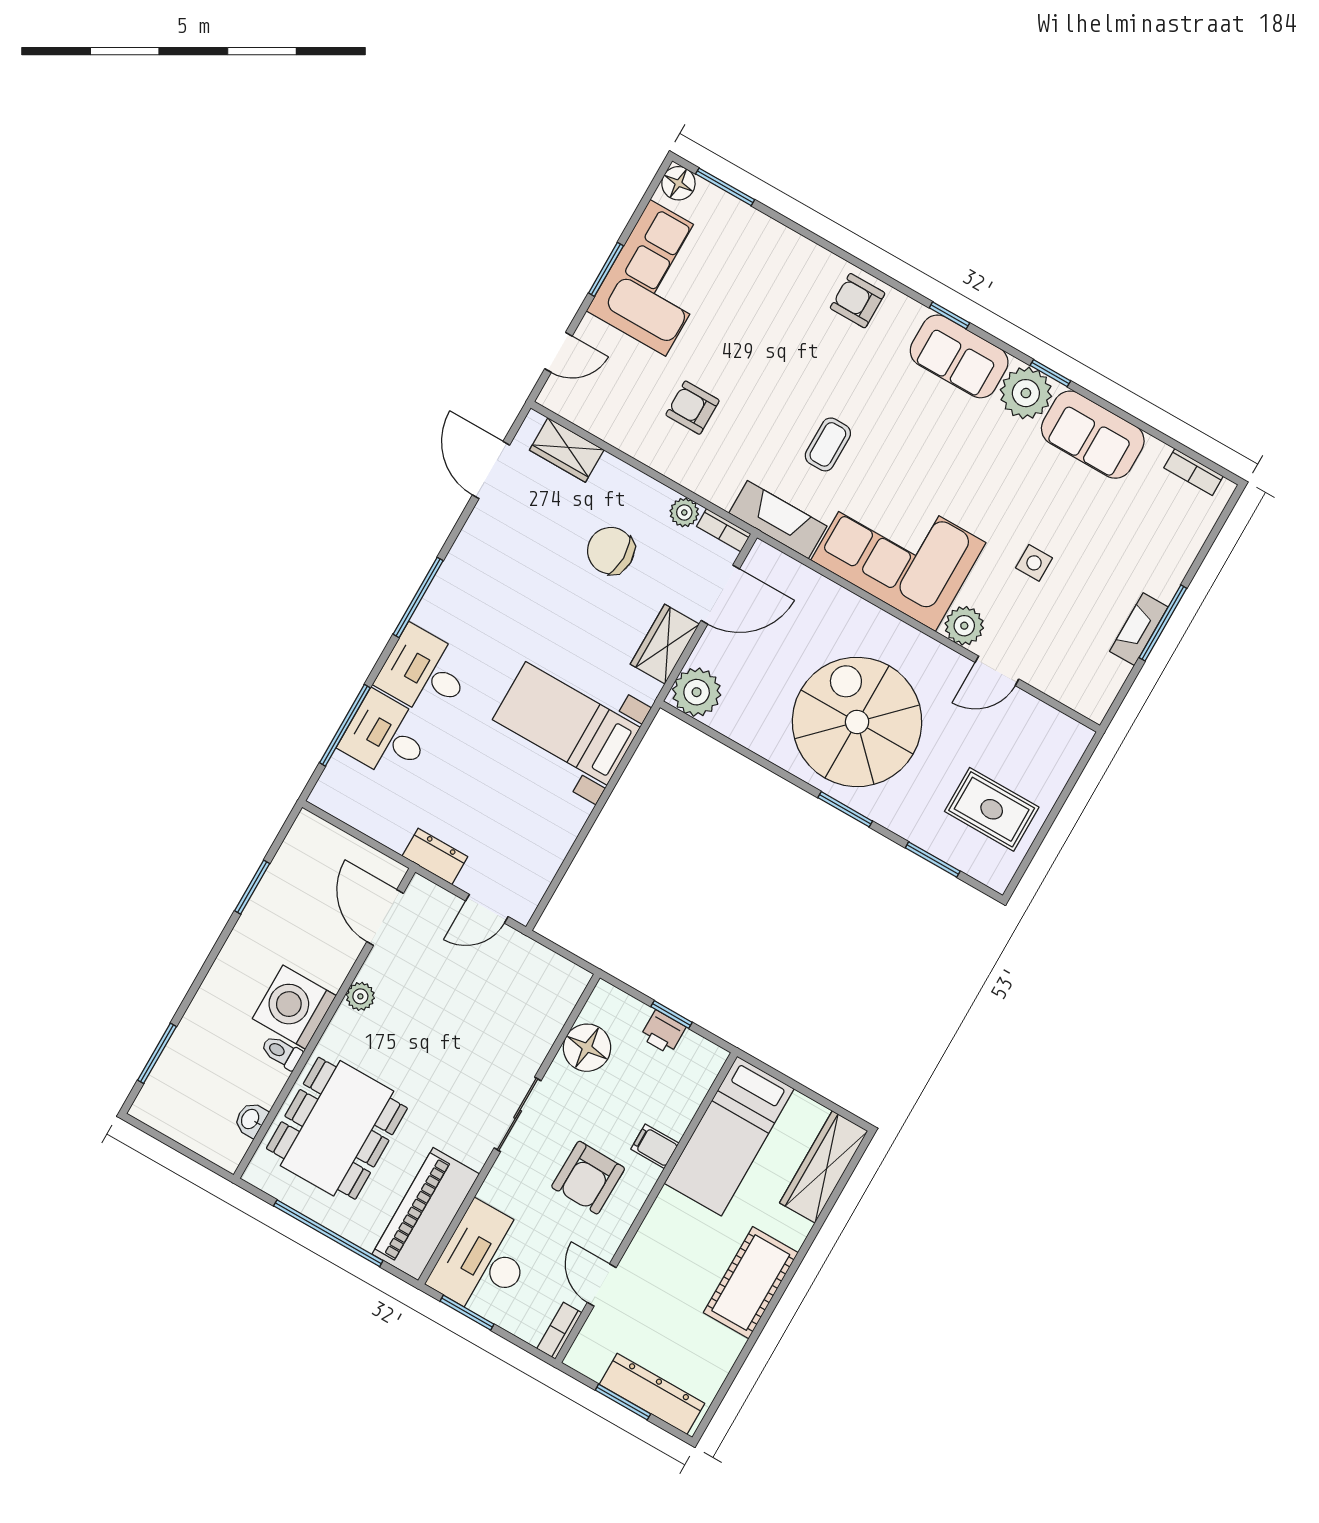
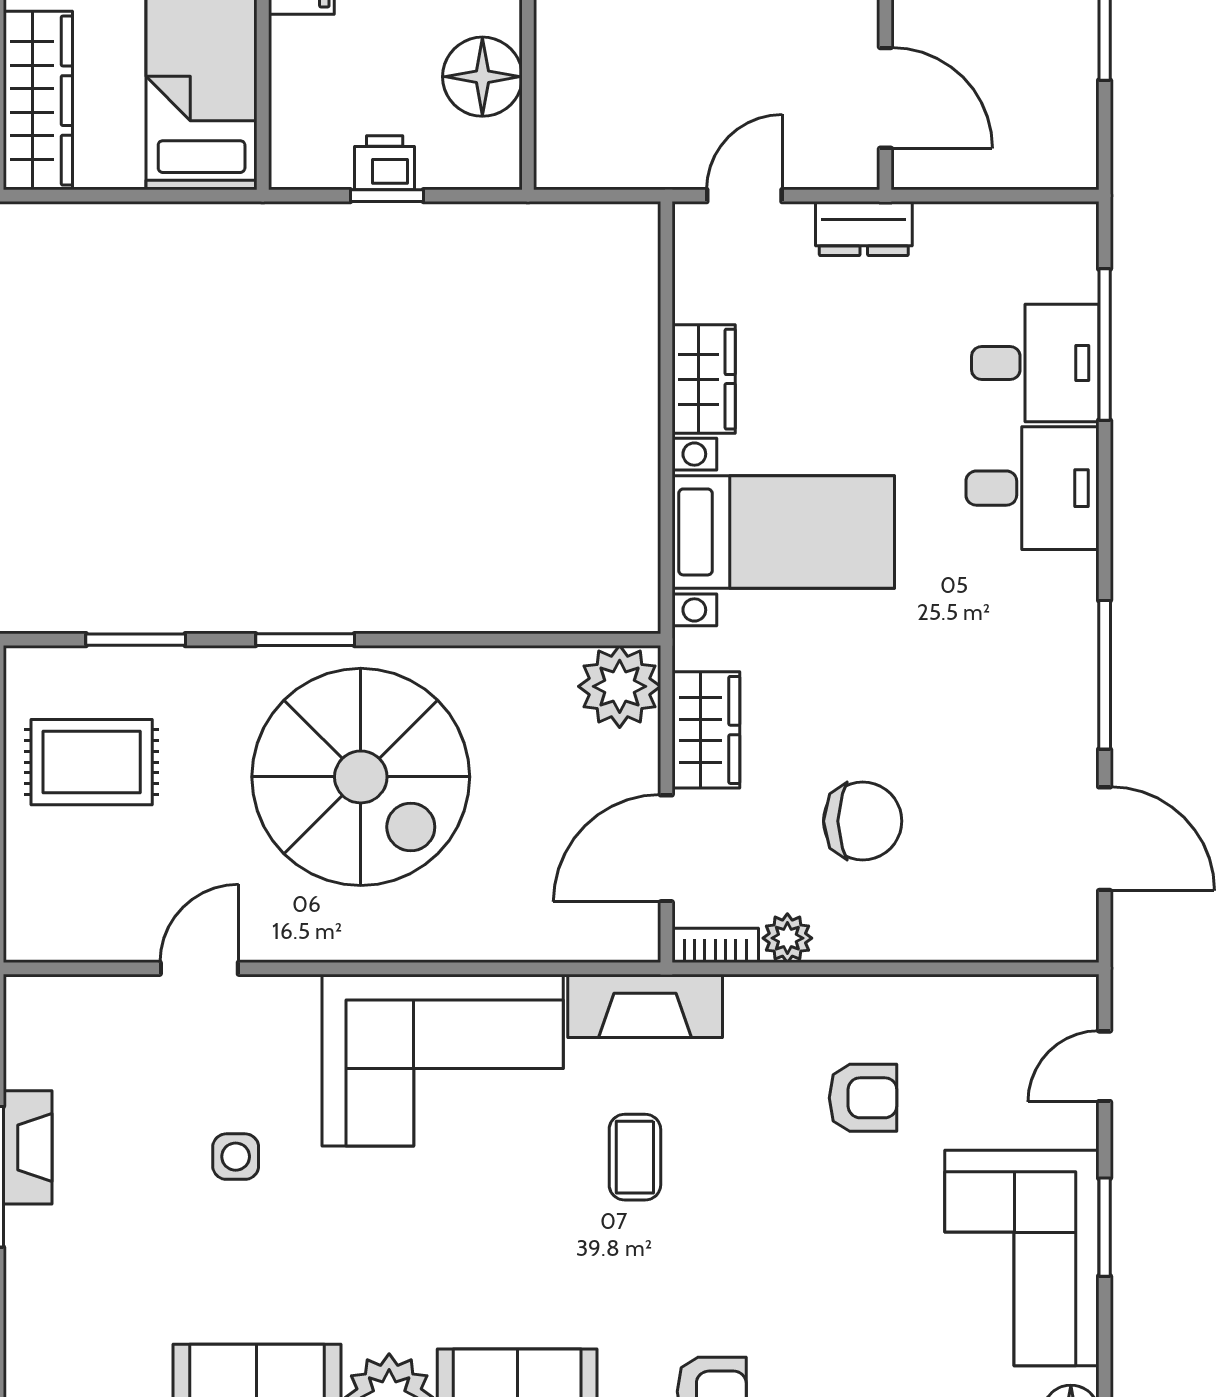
wardrobe: (567, 450) -> (704, 379), moved, turned 90
window: (418, 597) -> (1105, 675), moved
plant: (964, 626) -> (285, 1007), removed

